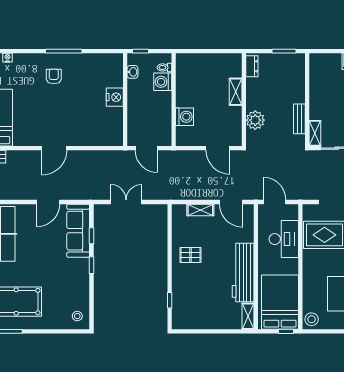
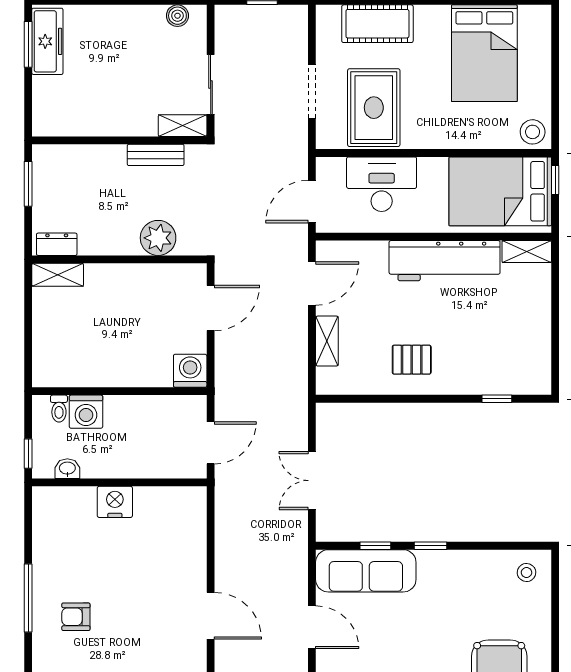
shelving: (236, 92) -> (58, 275), moved
washing machine: (185, 117) -> (190, 371), moved
pallet: (190, 255) -> (412, 360), turned 90

